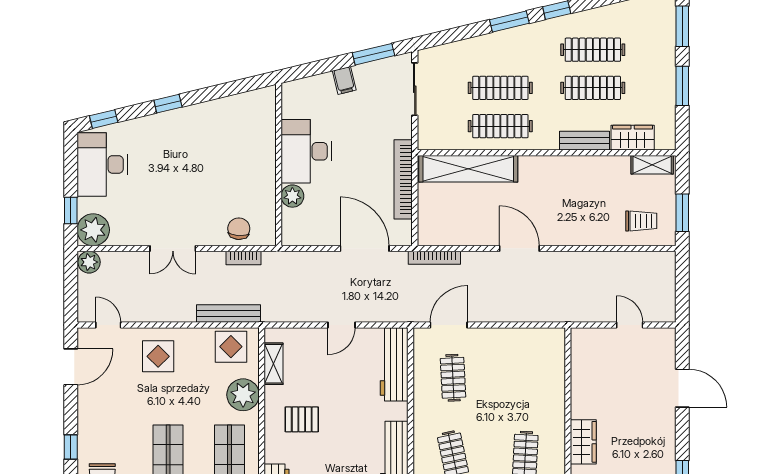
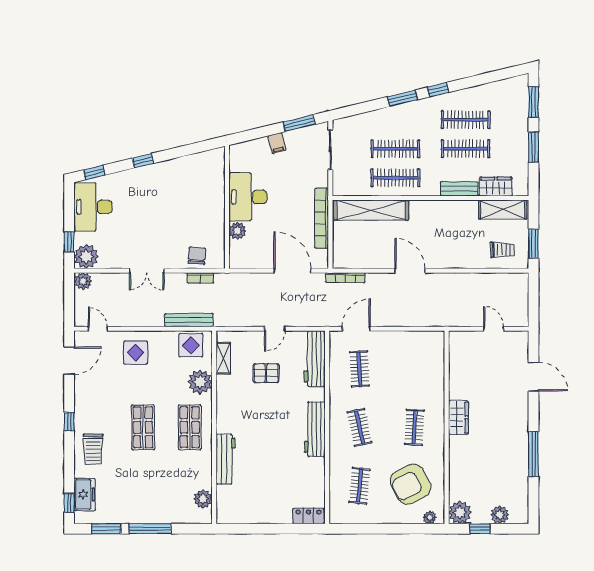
shelving: (652, 165) -> (503, 209), width x1.50, depth x1.33
pallet: (302, 419) -> (266, 373), moved

